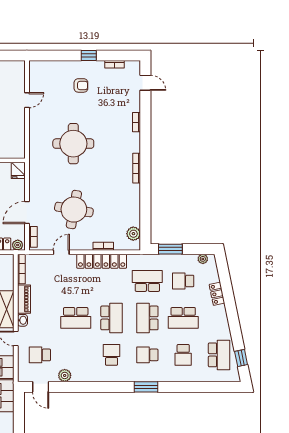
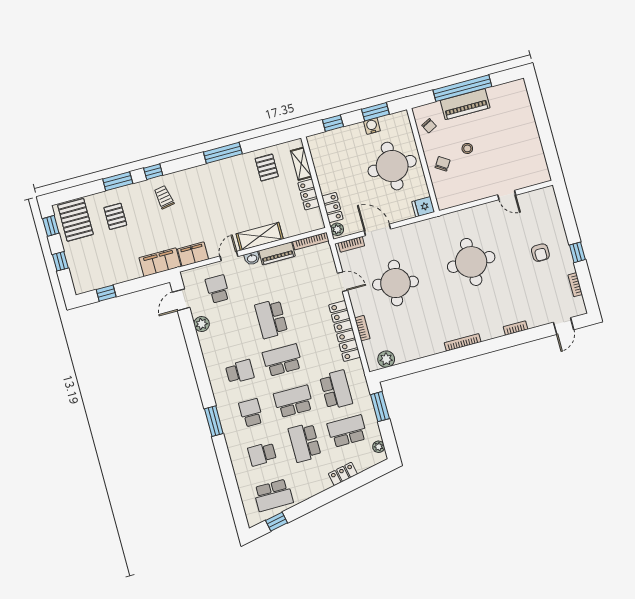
school desk: (183, 281) -> (347, 431), width x1.85
school desk: (112, 318) -> (282, 360), turned 180

